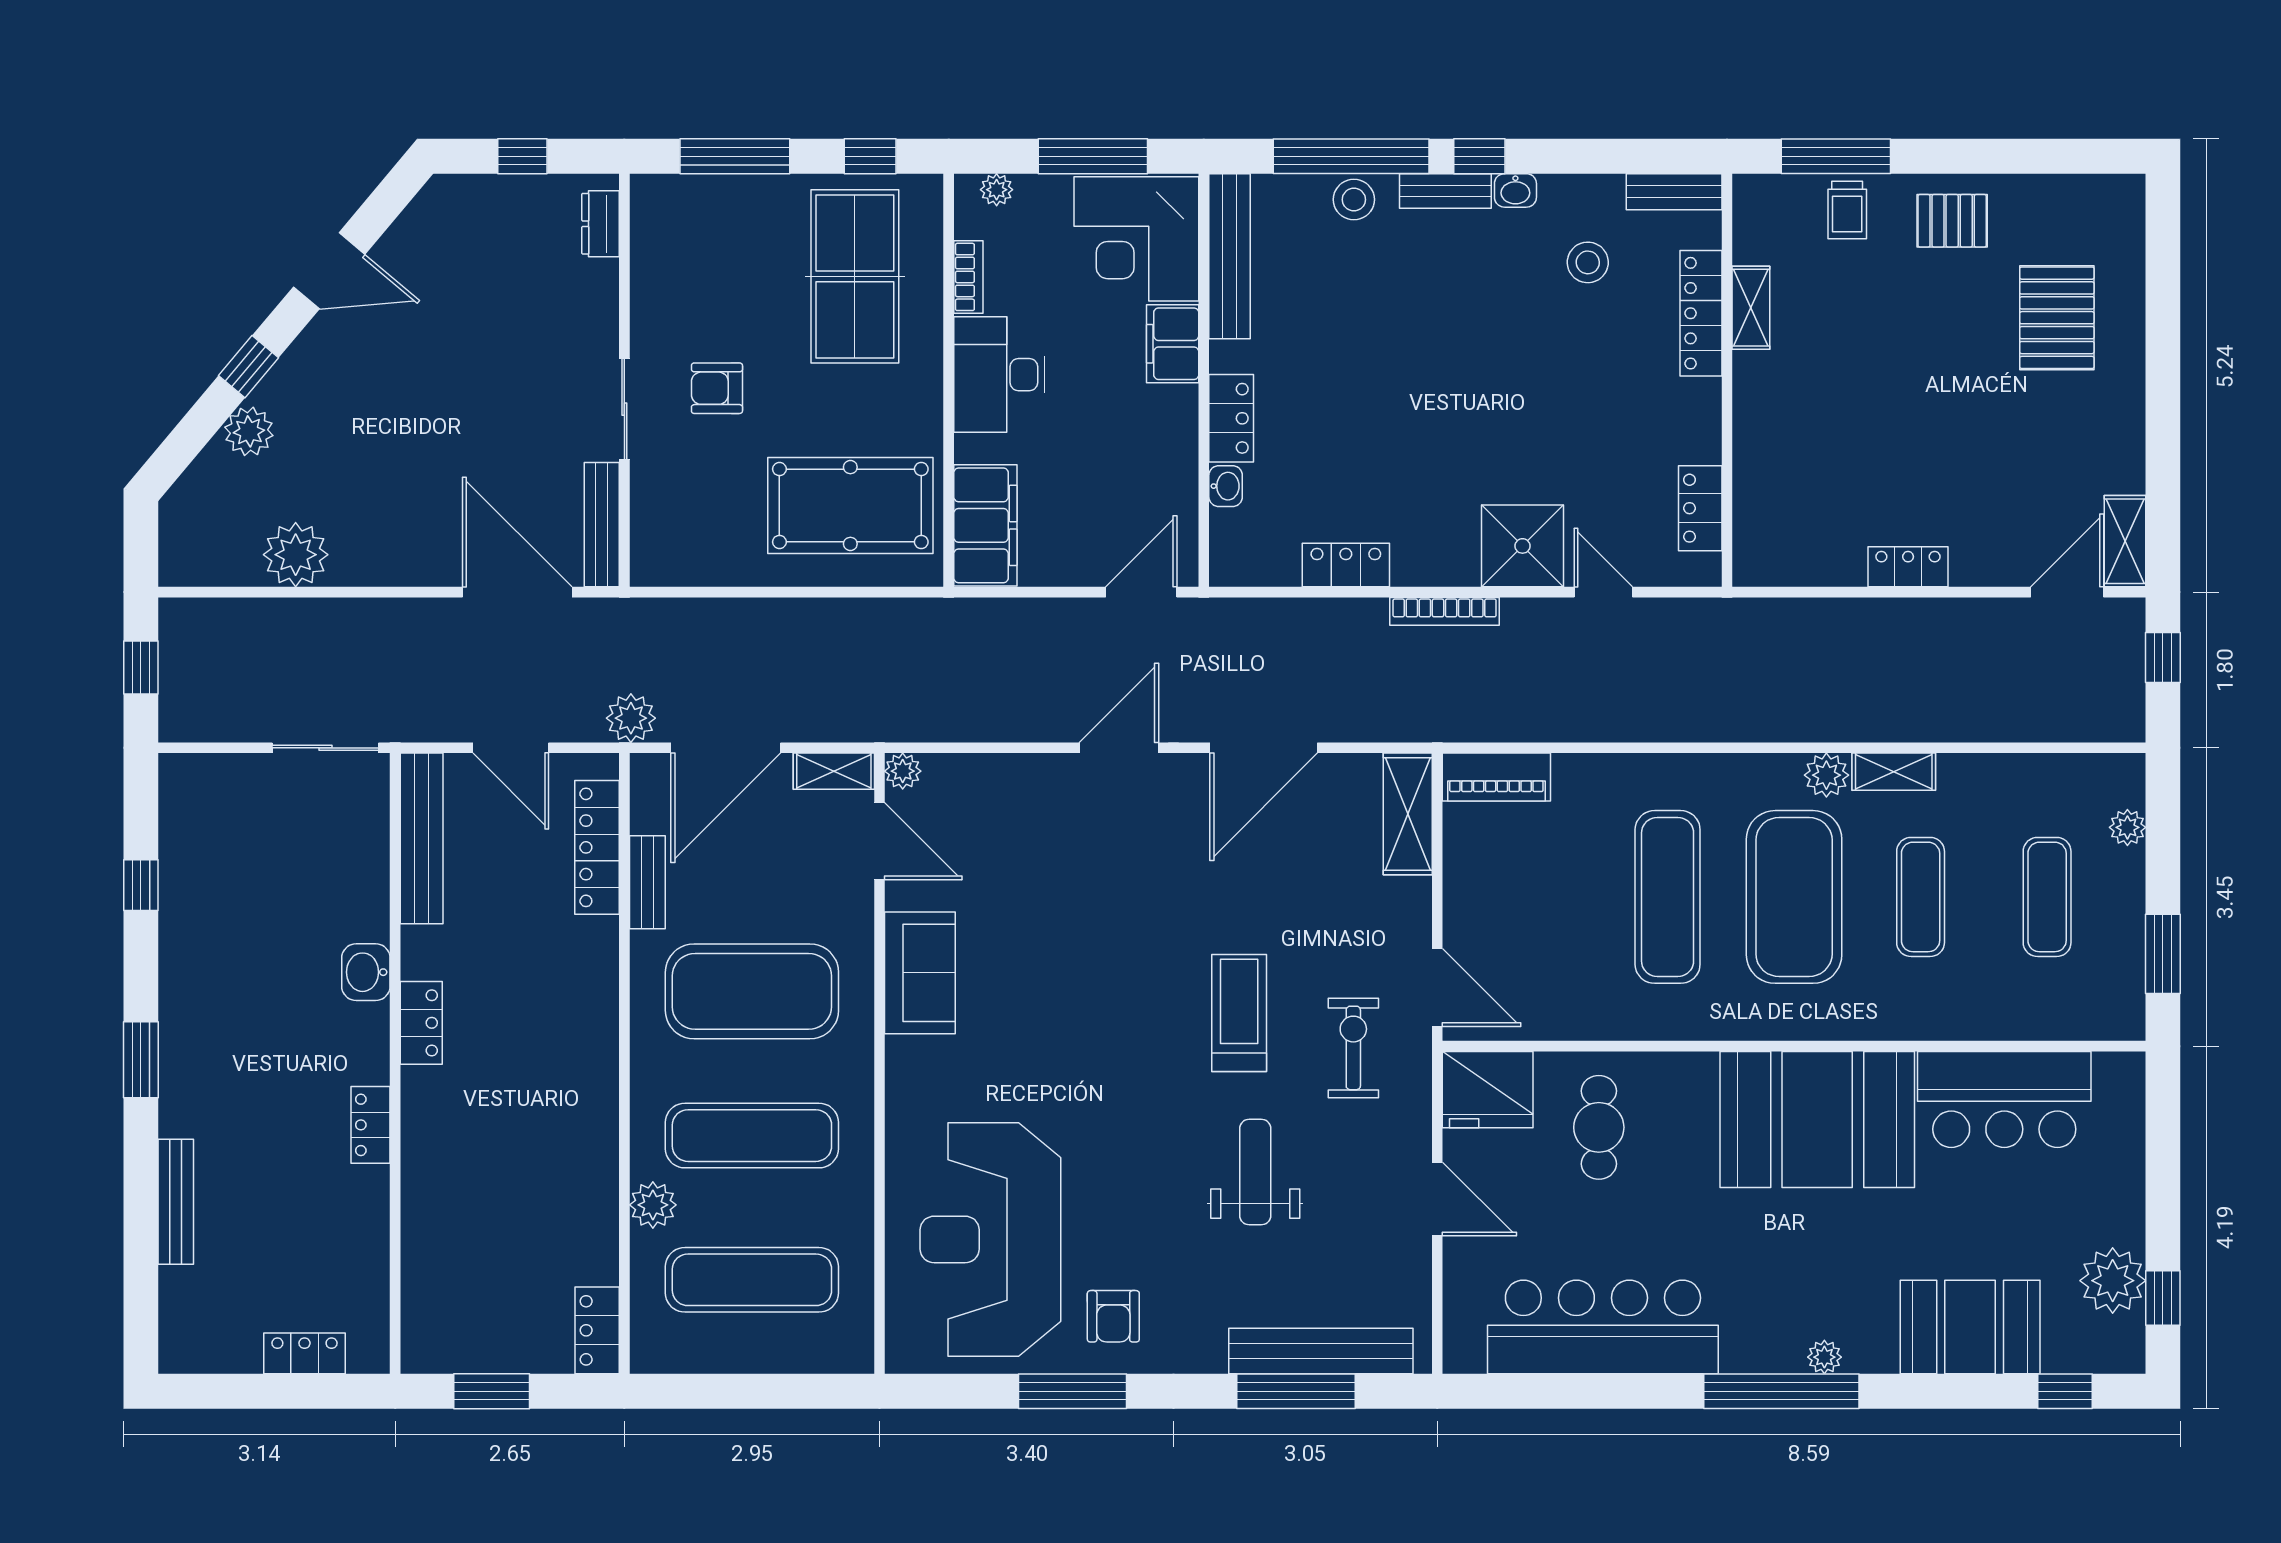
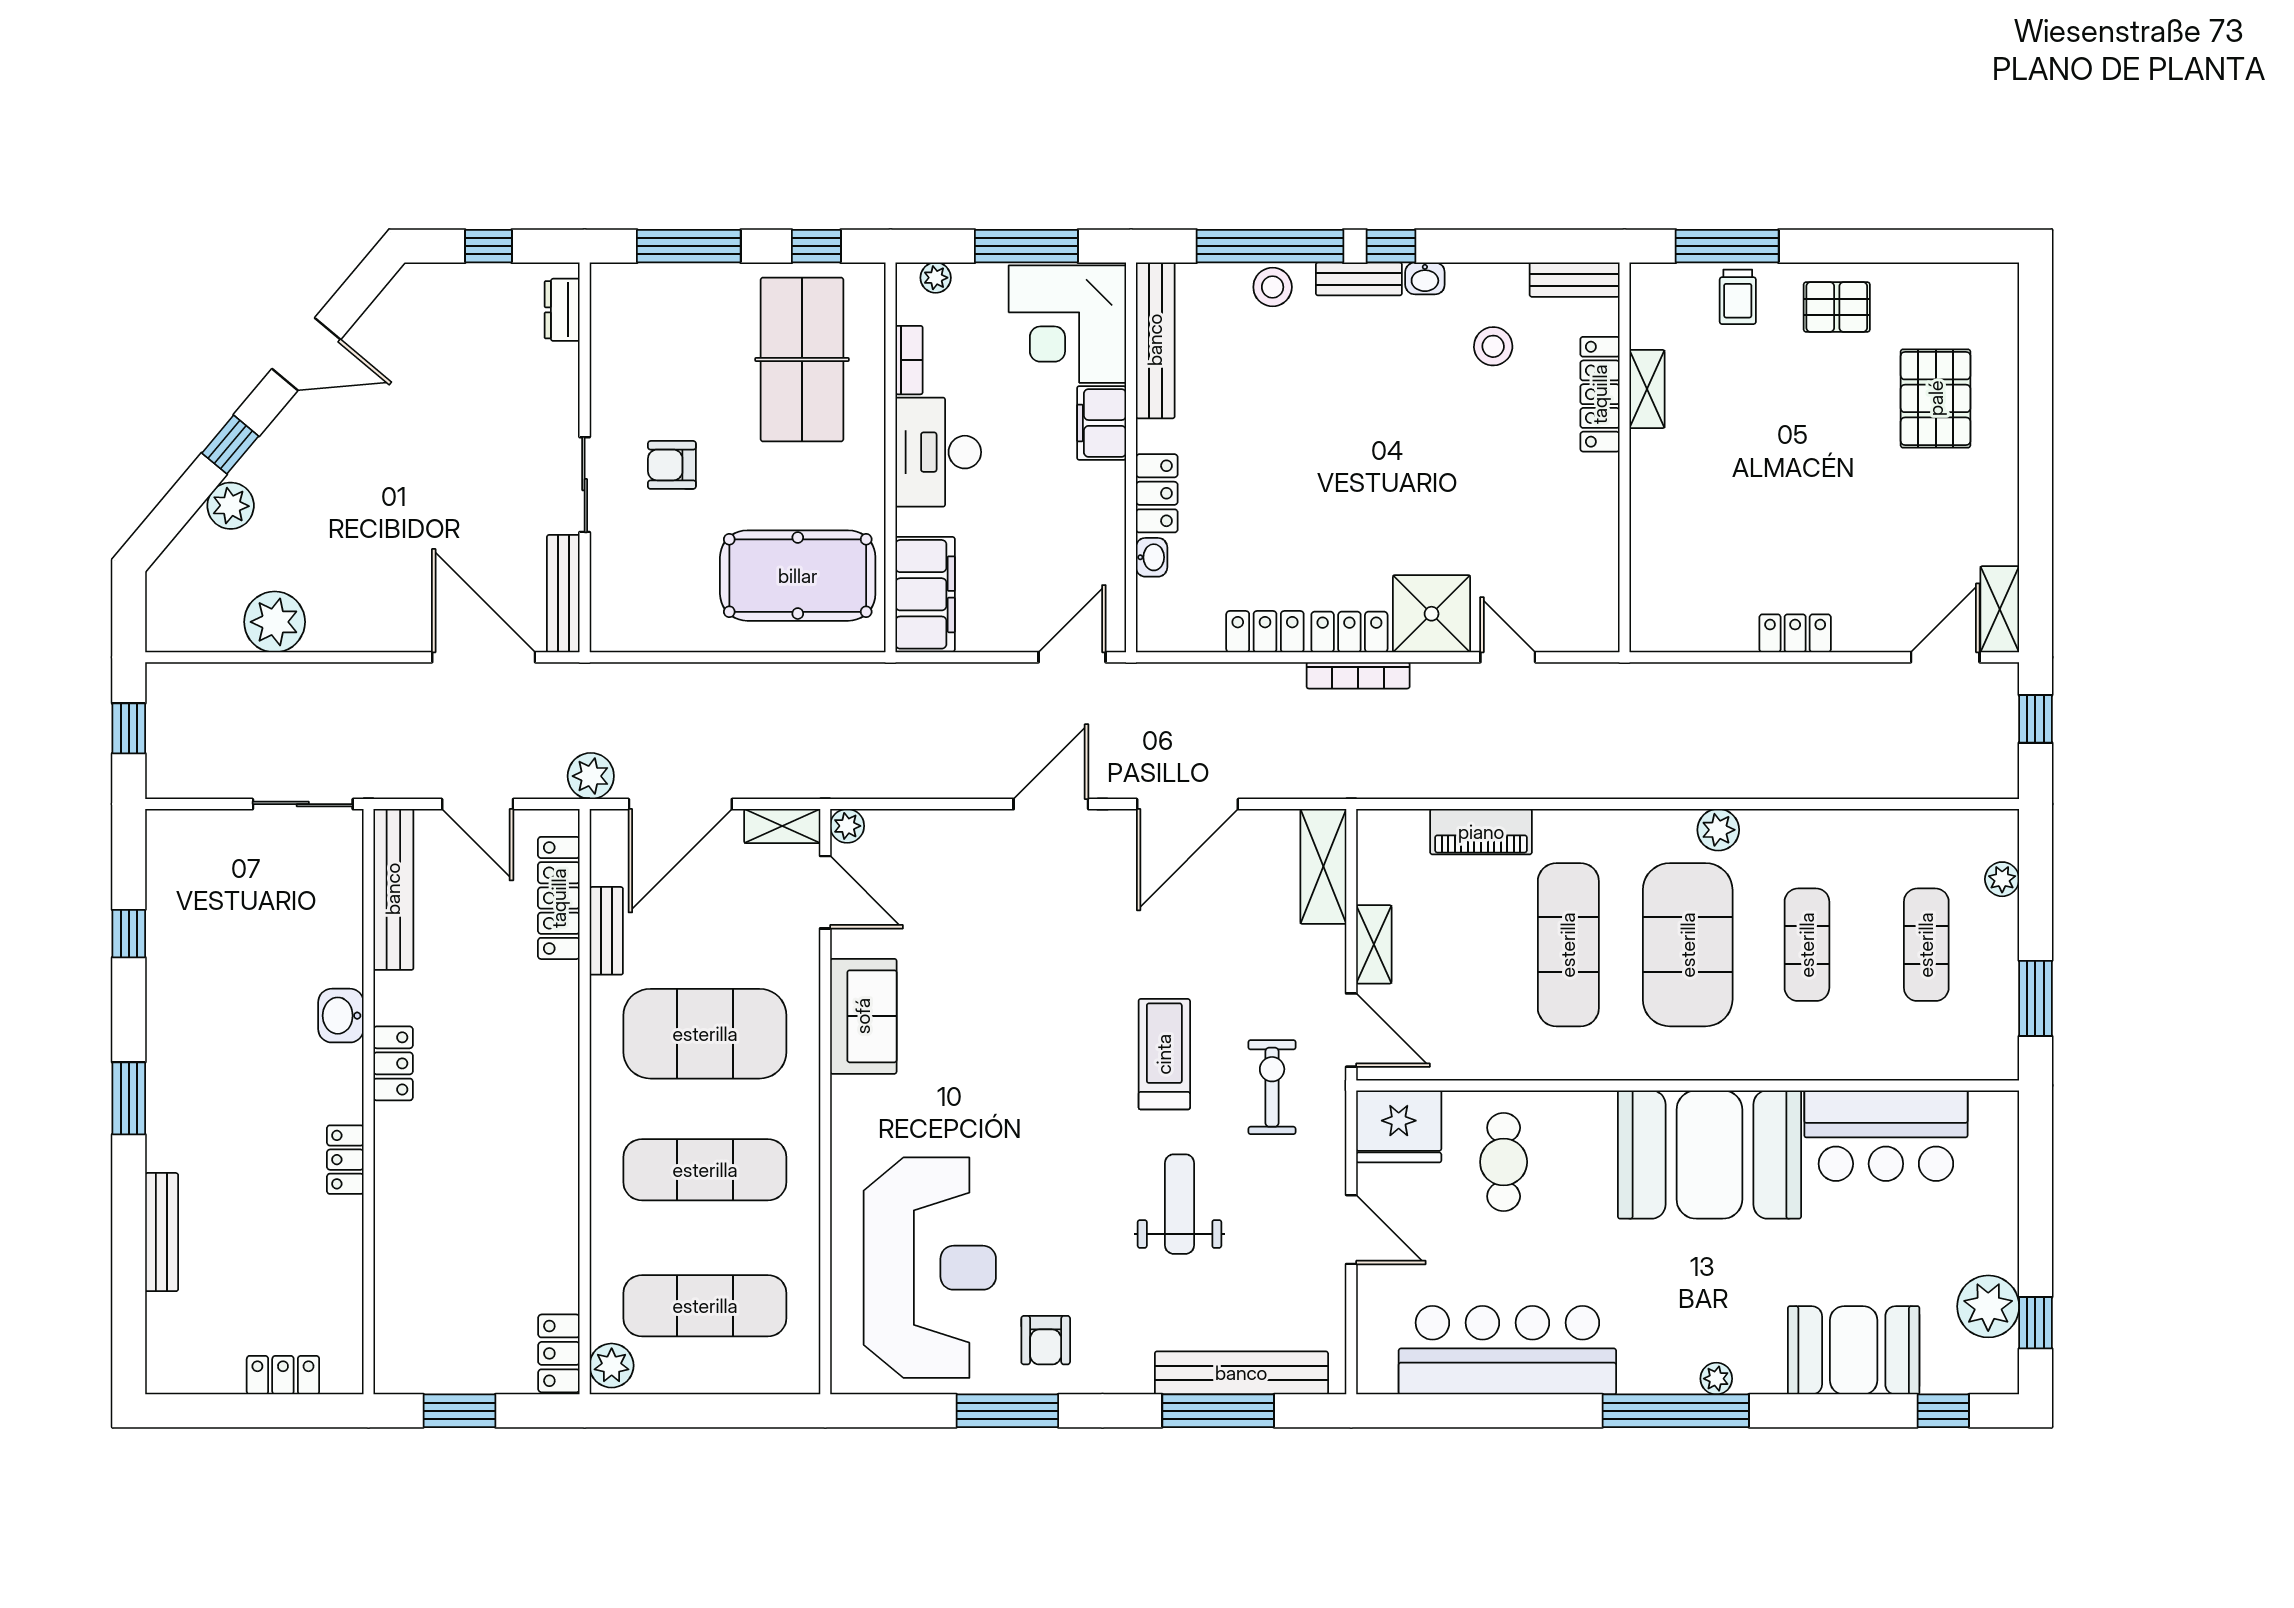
locker: (1700, 508) -> (1349, 632), moved, turned 90
shelving: (1894, 772) -> (1374, 944), moved, turned 90
piano: (1496, 777) -> (1481, 832), moved
plant: (653, 1205) -> (612, 1366), moved
reception desk: (990, 1239) -> (930, 1268), turned 180

